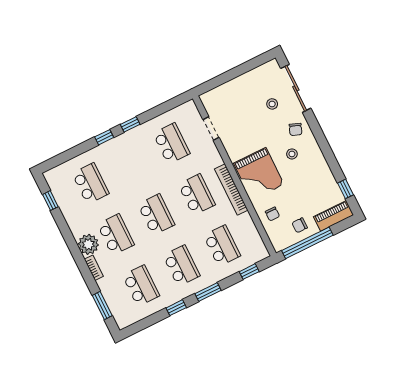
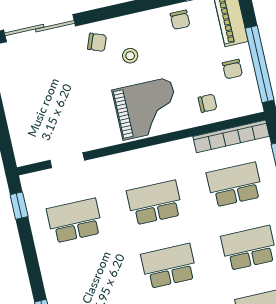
stool: (272, 104) -> (54, 66), removed
window: (130, 124) -> (19, 206), moved
chair: (324, 182) -> (180, 20), added
bookcase: (231, 189) -> (231, 136), moved

